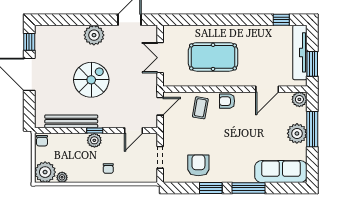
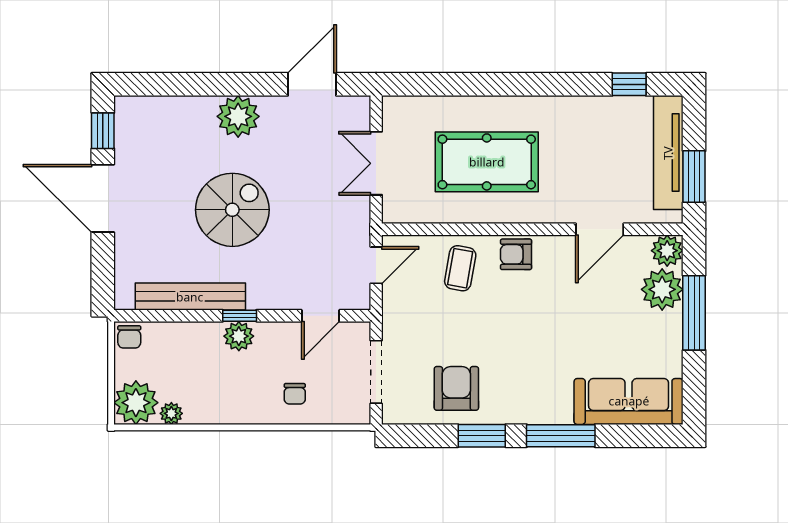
plant: (297, 133) -> (662, 289), moved
doorway: (160, 157) -> (376, 372), width x1.38
chair: (108, 168) -> (295, 394), moved

